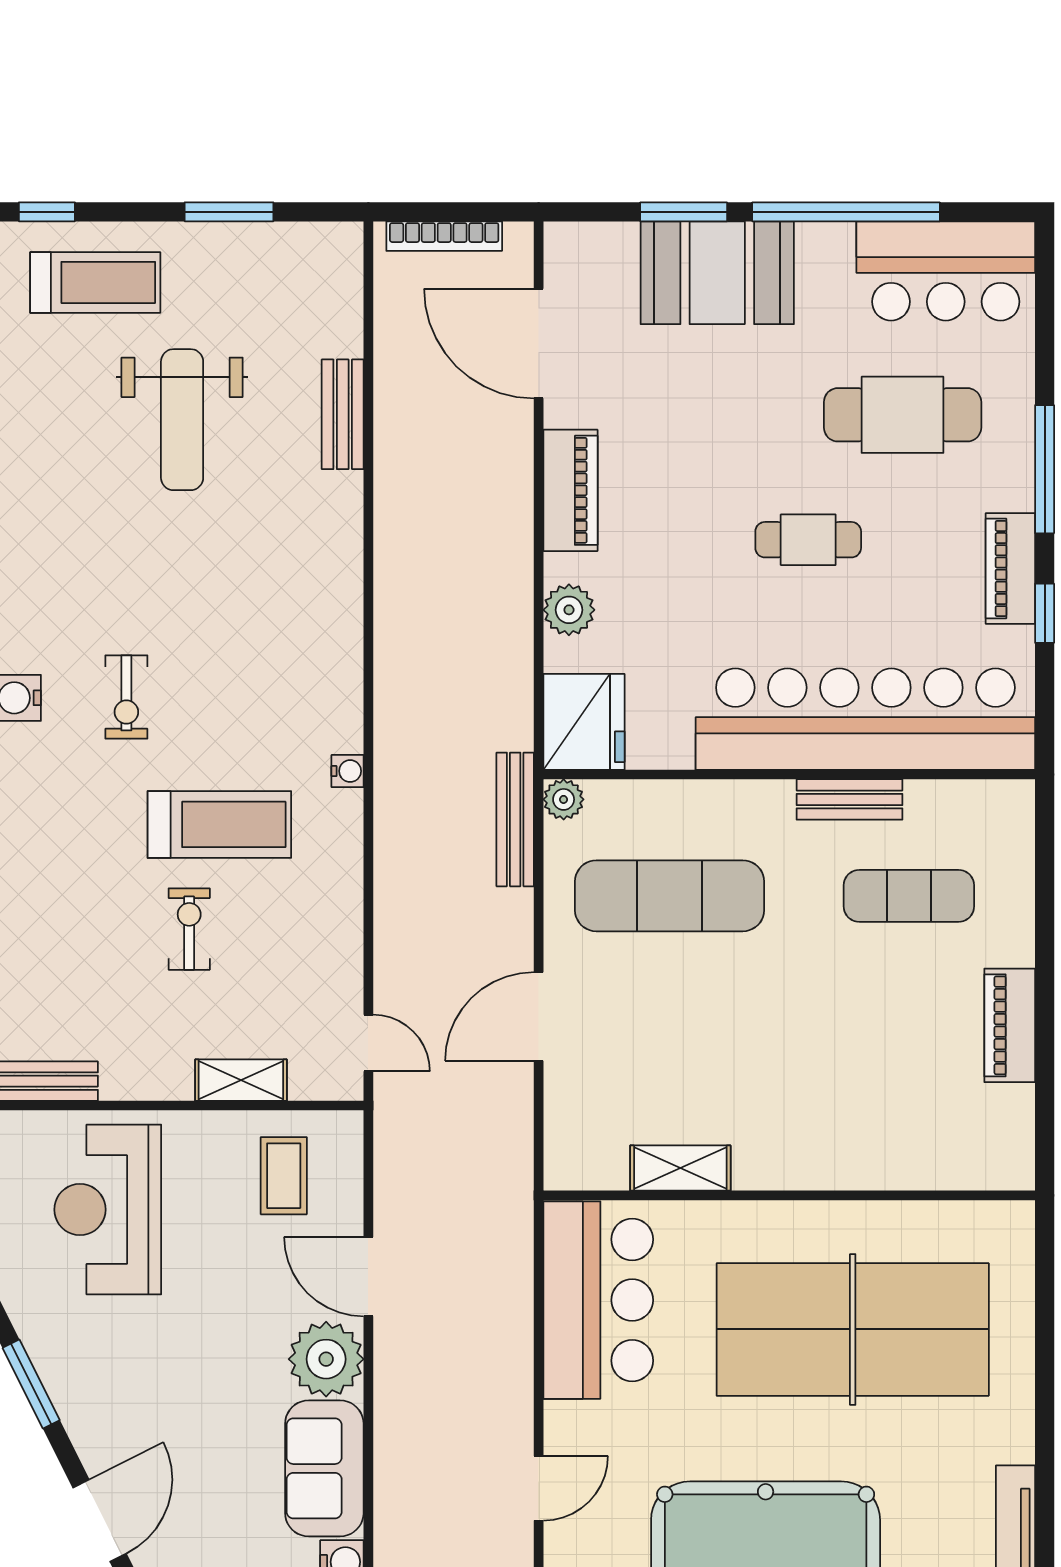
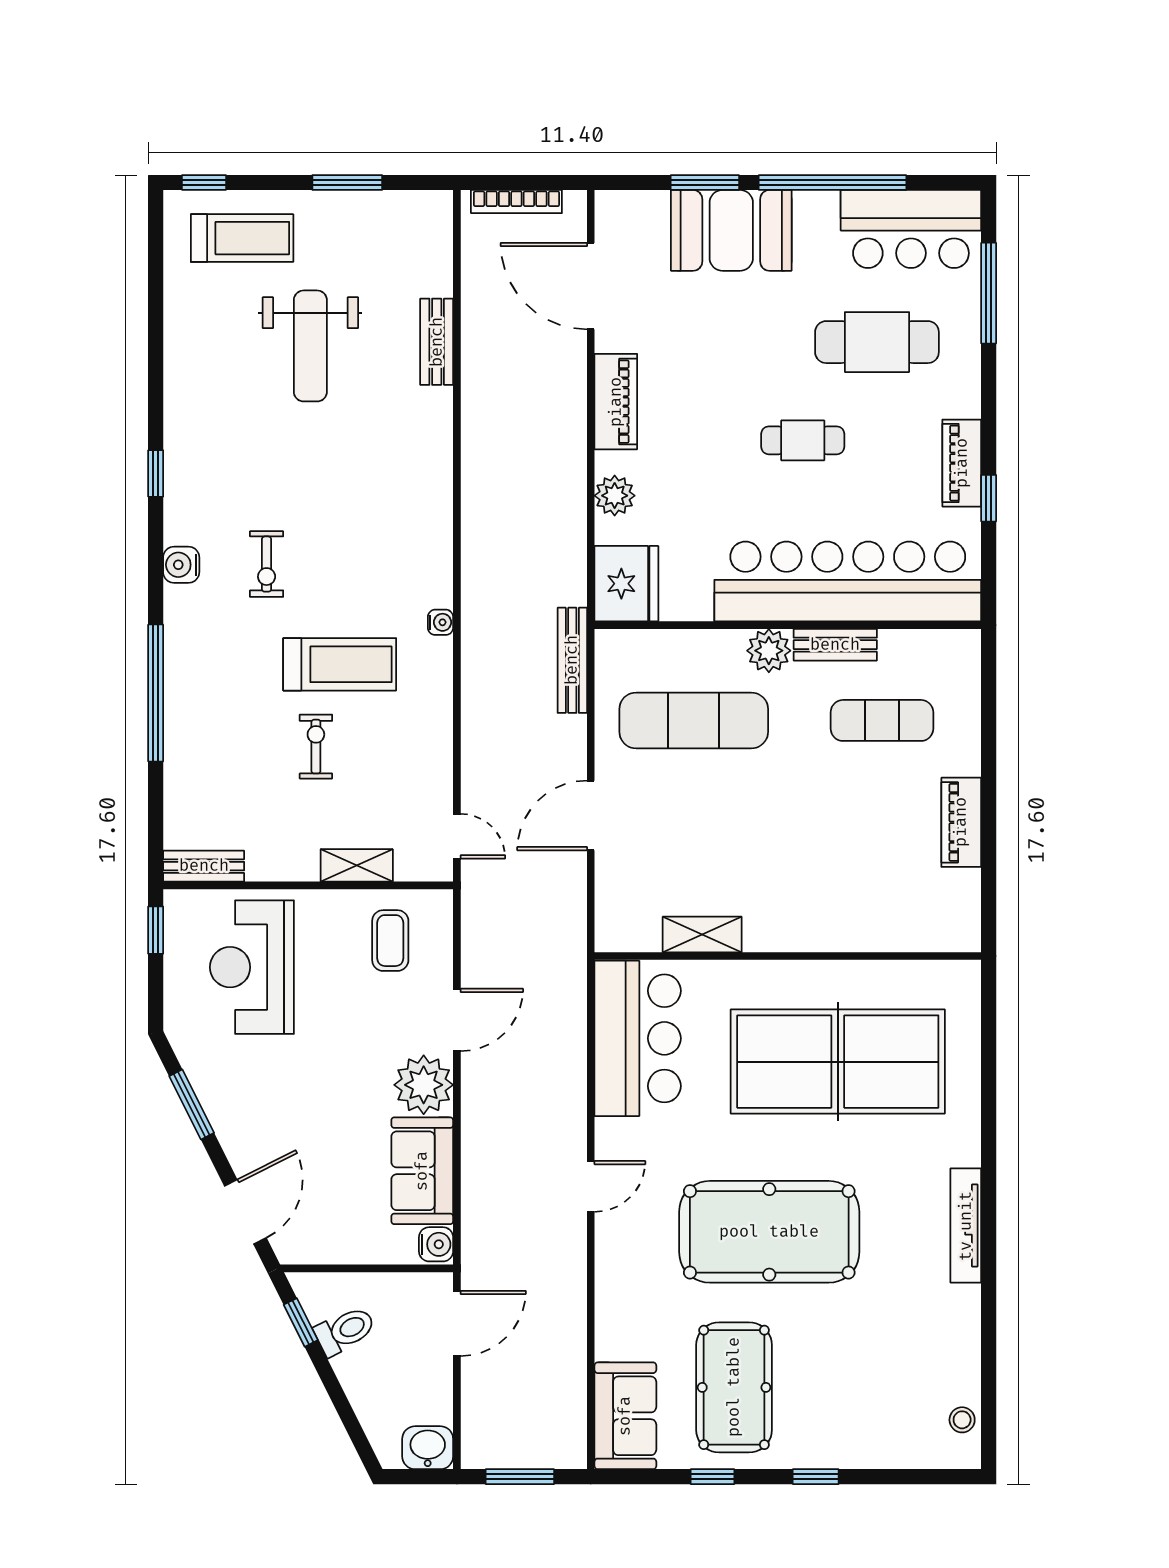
window: (1045, 469) -> (989, 293), moved
plant: (564, 799) -> (769, 651), moved, width x1.38, depth x1.38
door: (368, 1277) -> (457, 1020), swing flipped

